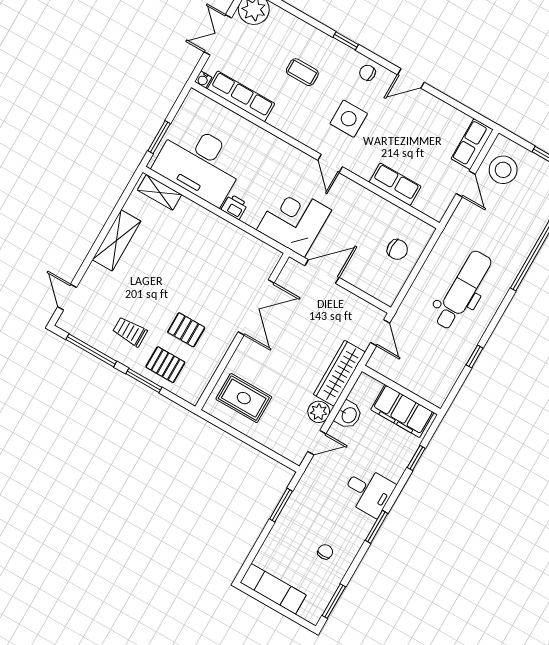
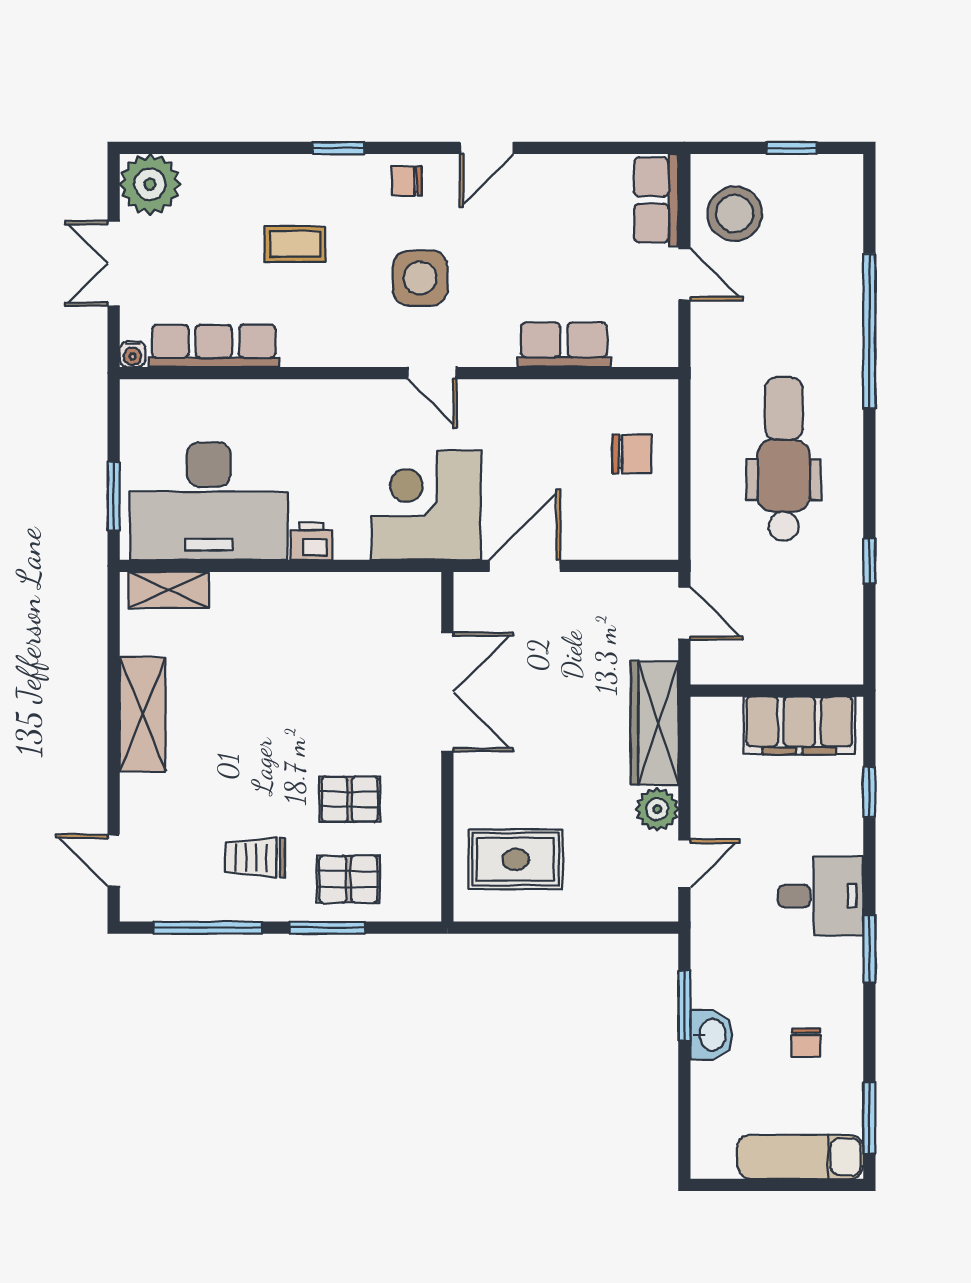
washbasin: (349, 415) -> (711, 1035), moved
chair: (325, 552) -> (806, 1042), turned 180
exam couch: (273, 589) -> (800, 1157), moved

